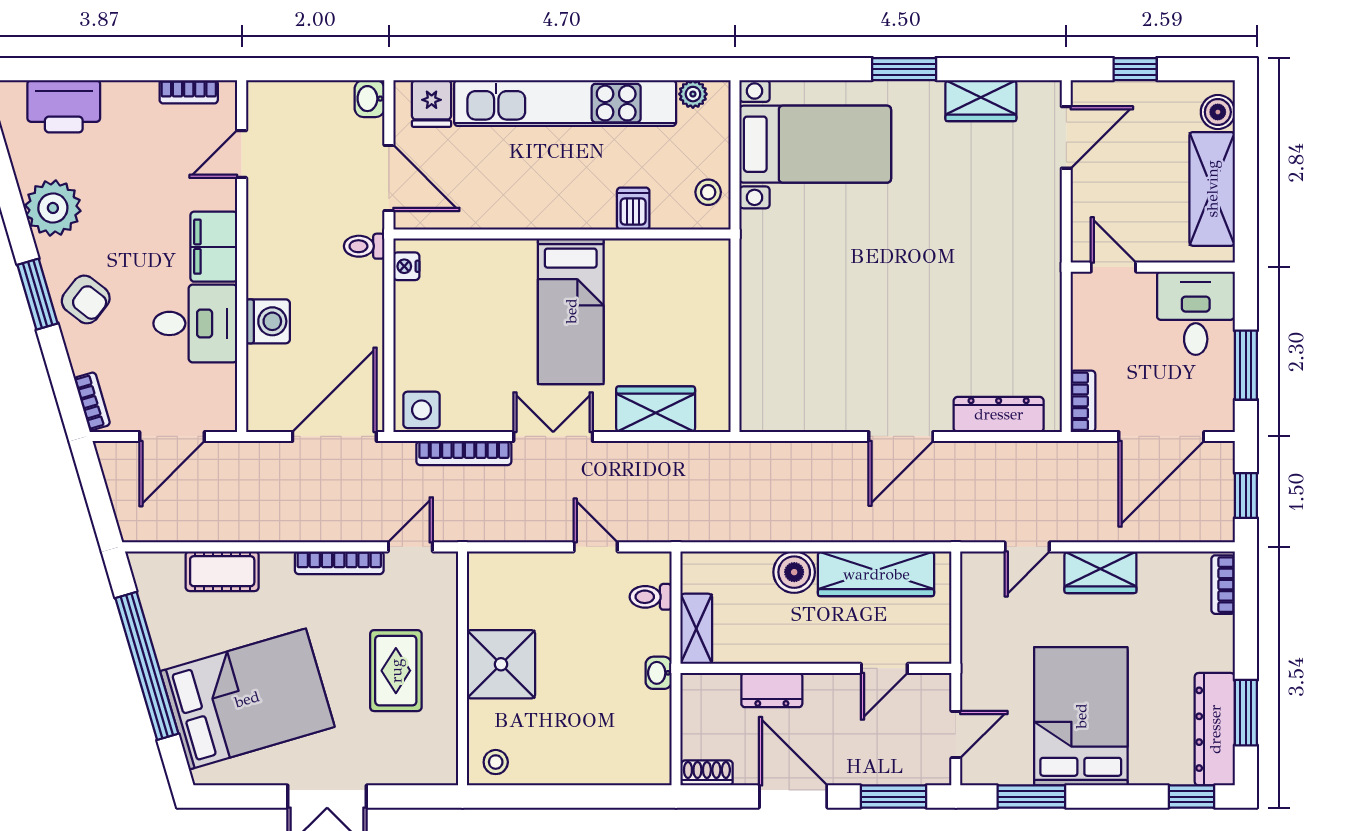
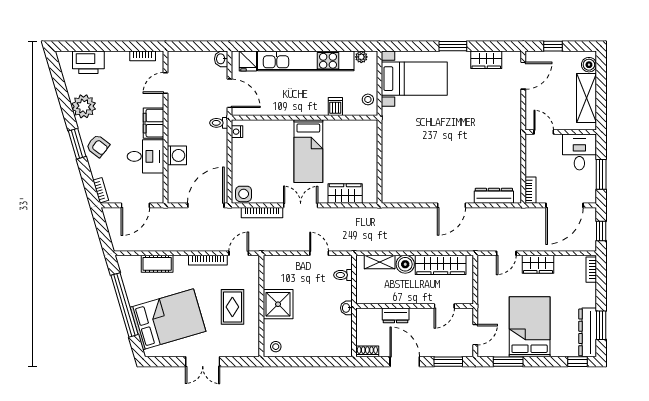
shelving: (696, 629) -> (380, 262), moved, turned 90

